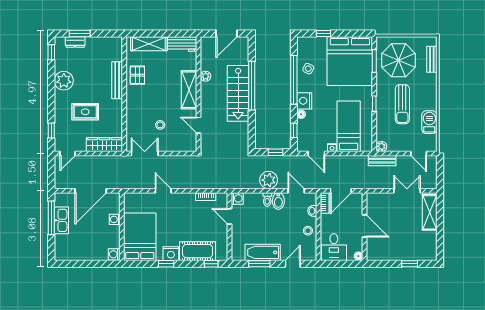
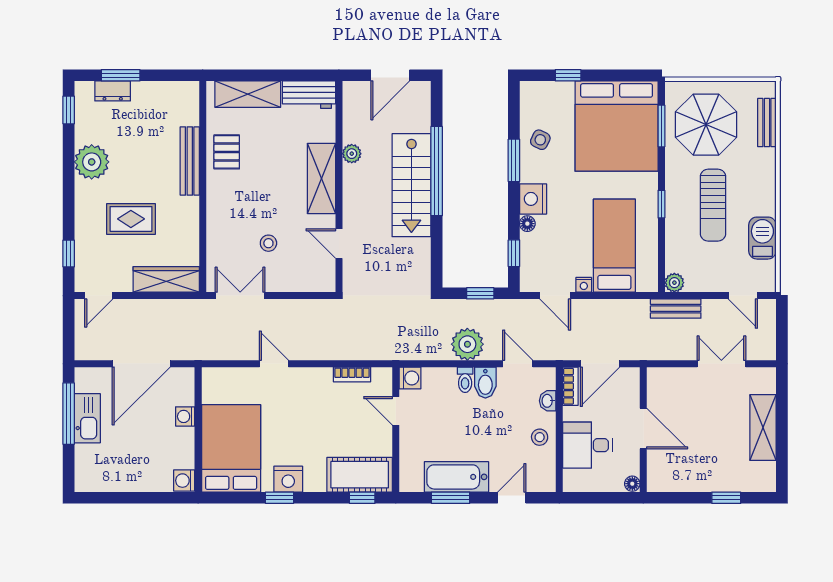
window: (294, 80) -> (514, 160), width x0.47
shelving: (430, 212) -> (763, 428), moved
desk: (334, 247) -> (587, 445), moved, turned 90
cot: (198, 251) -> (360, 475), moved

